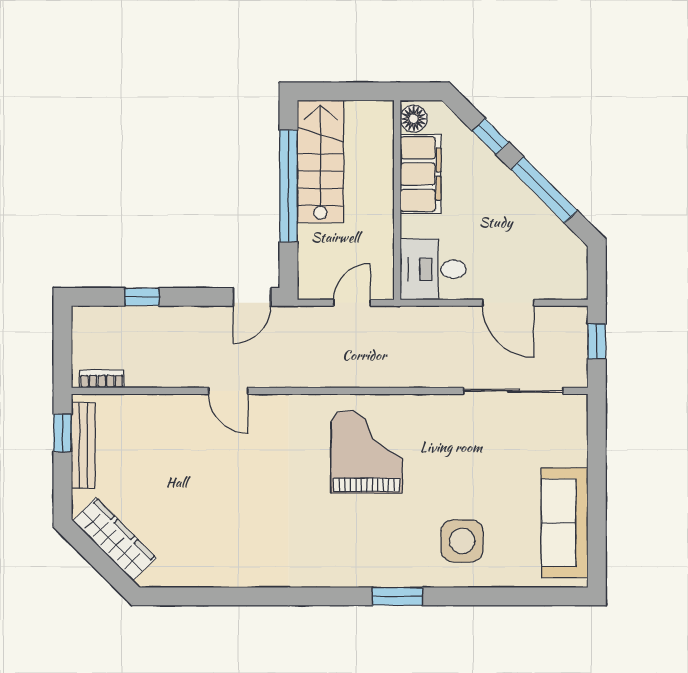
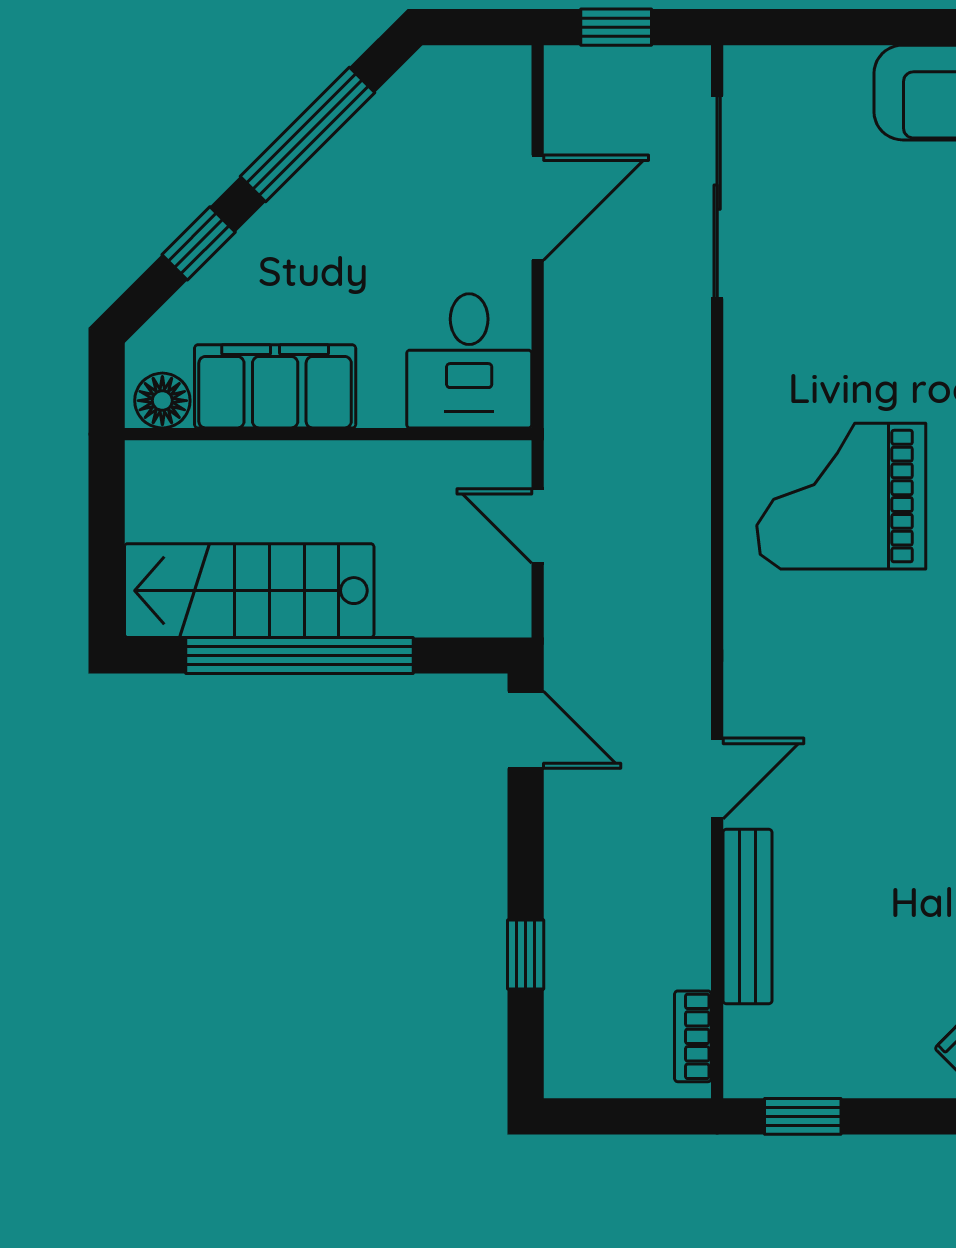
bench: (83, 445) -> (748, 917), moved, turned 90

